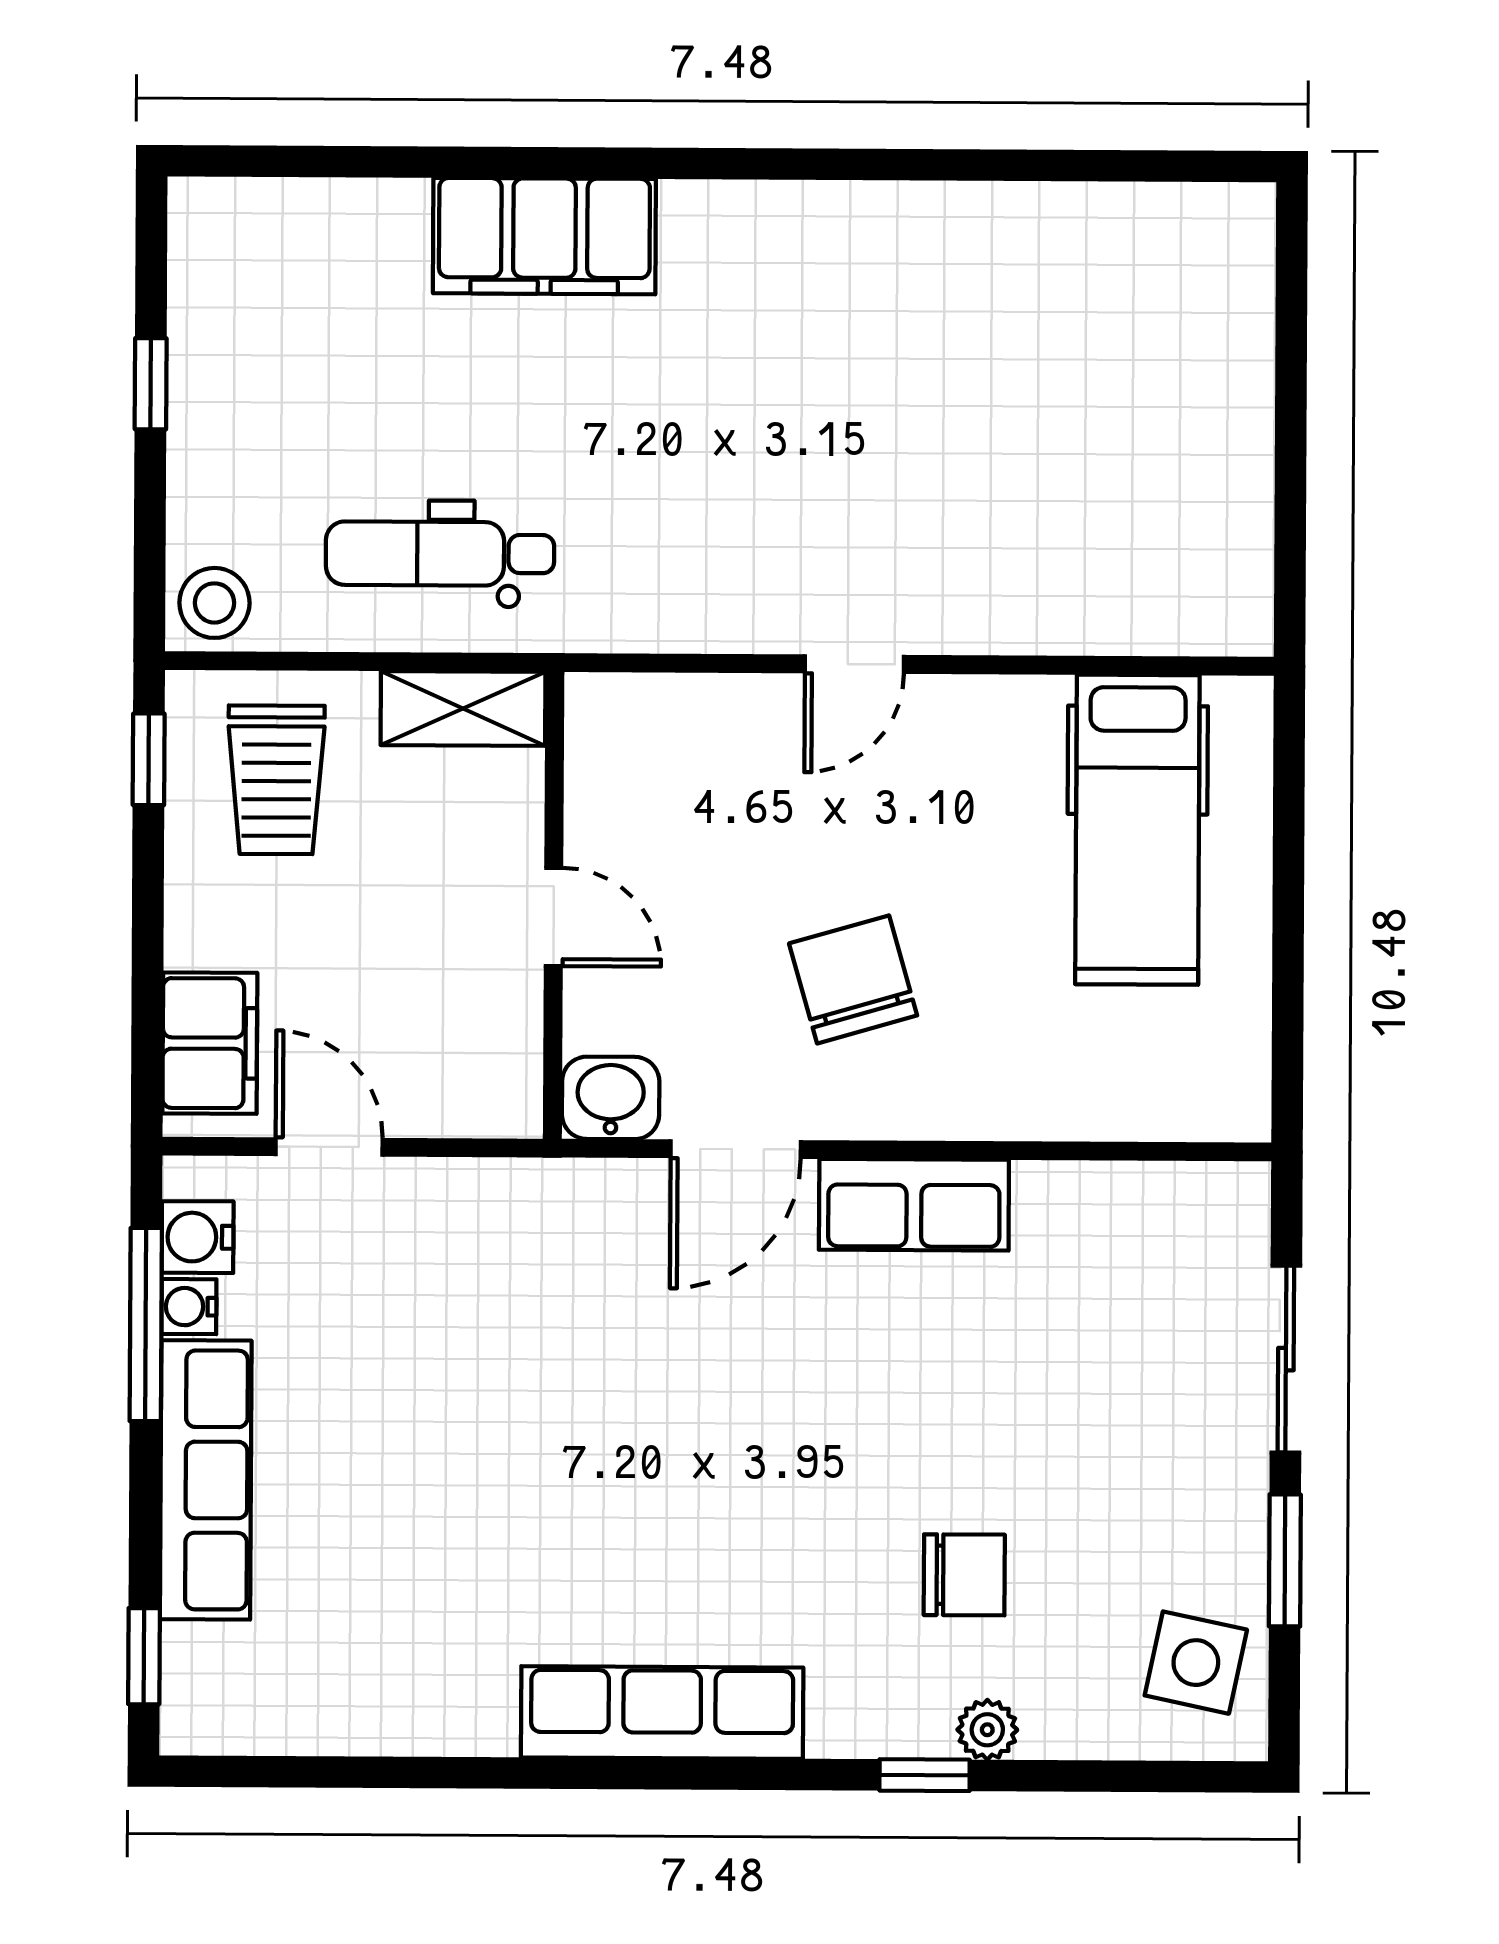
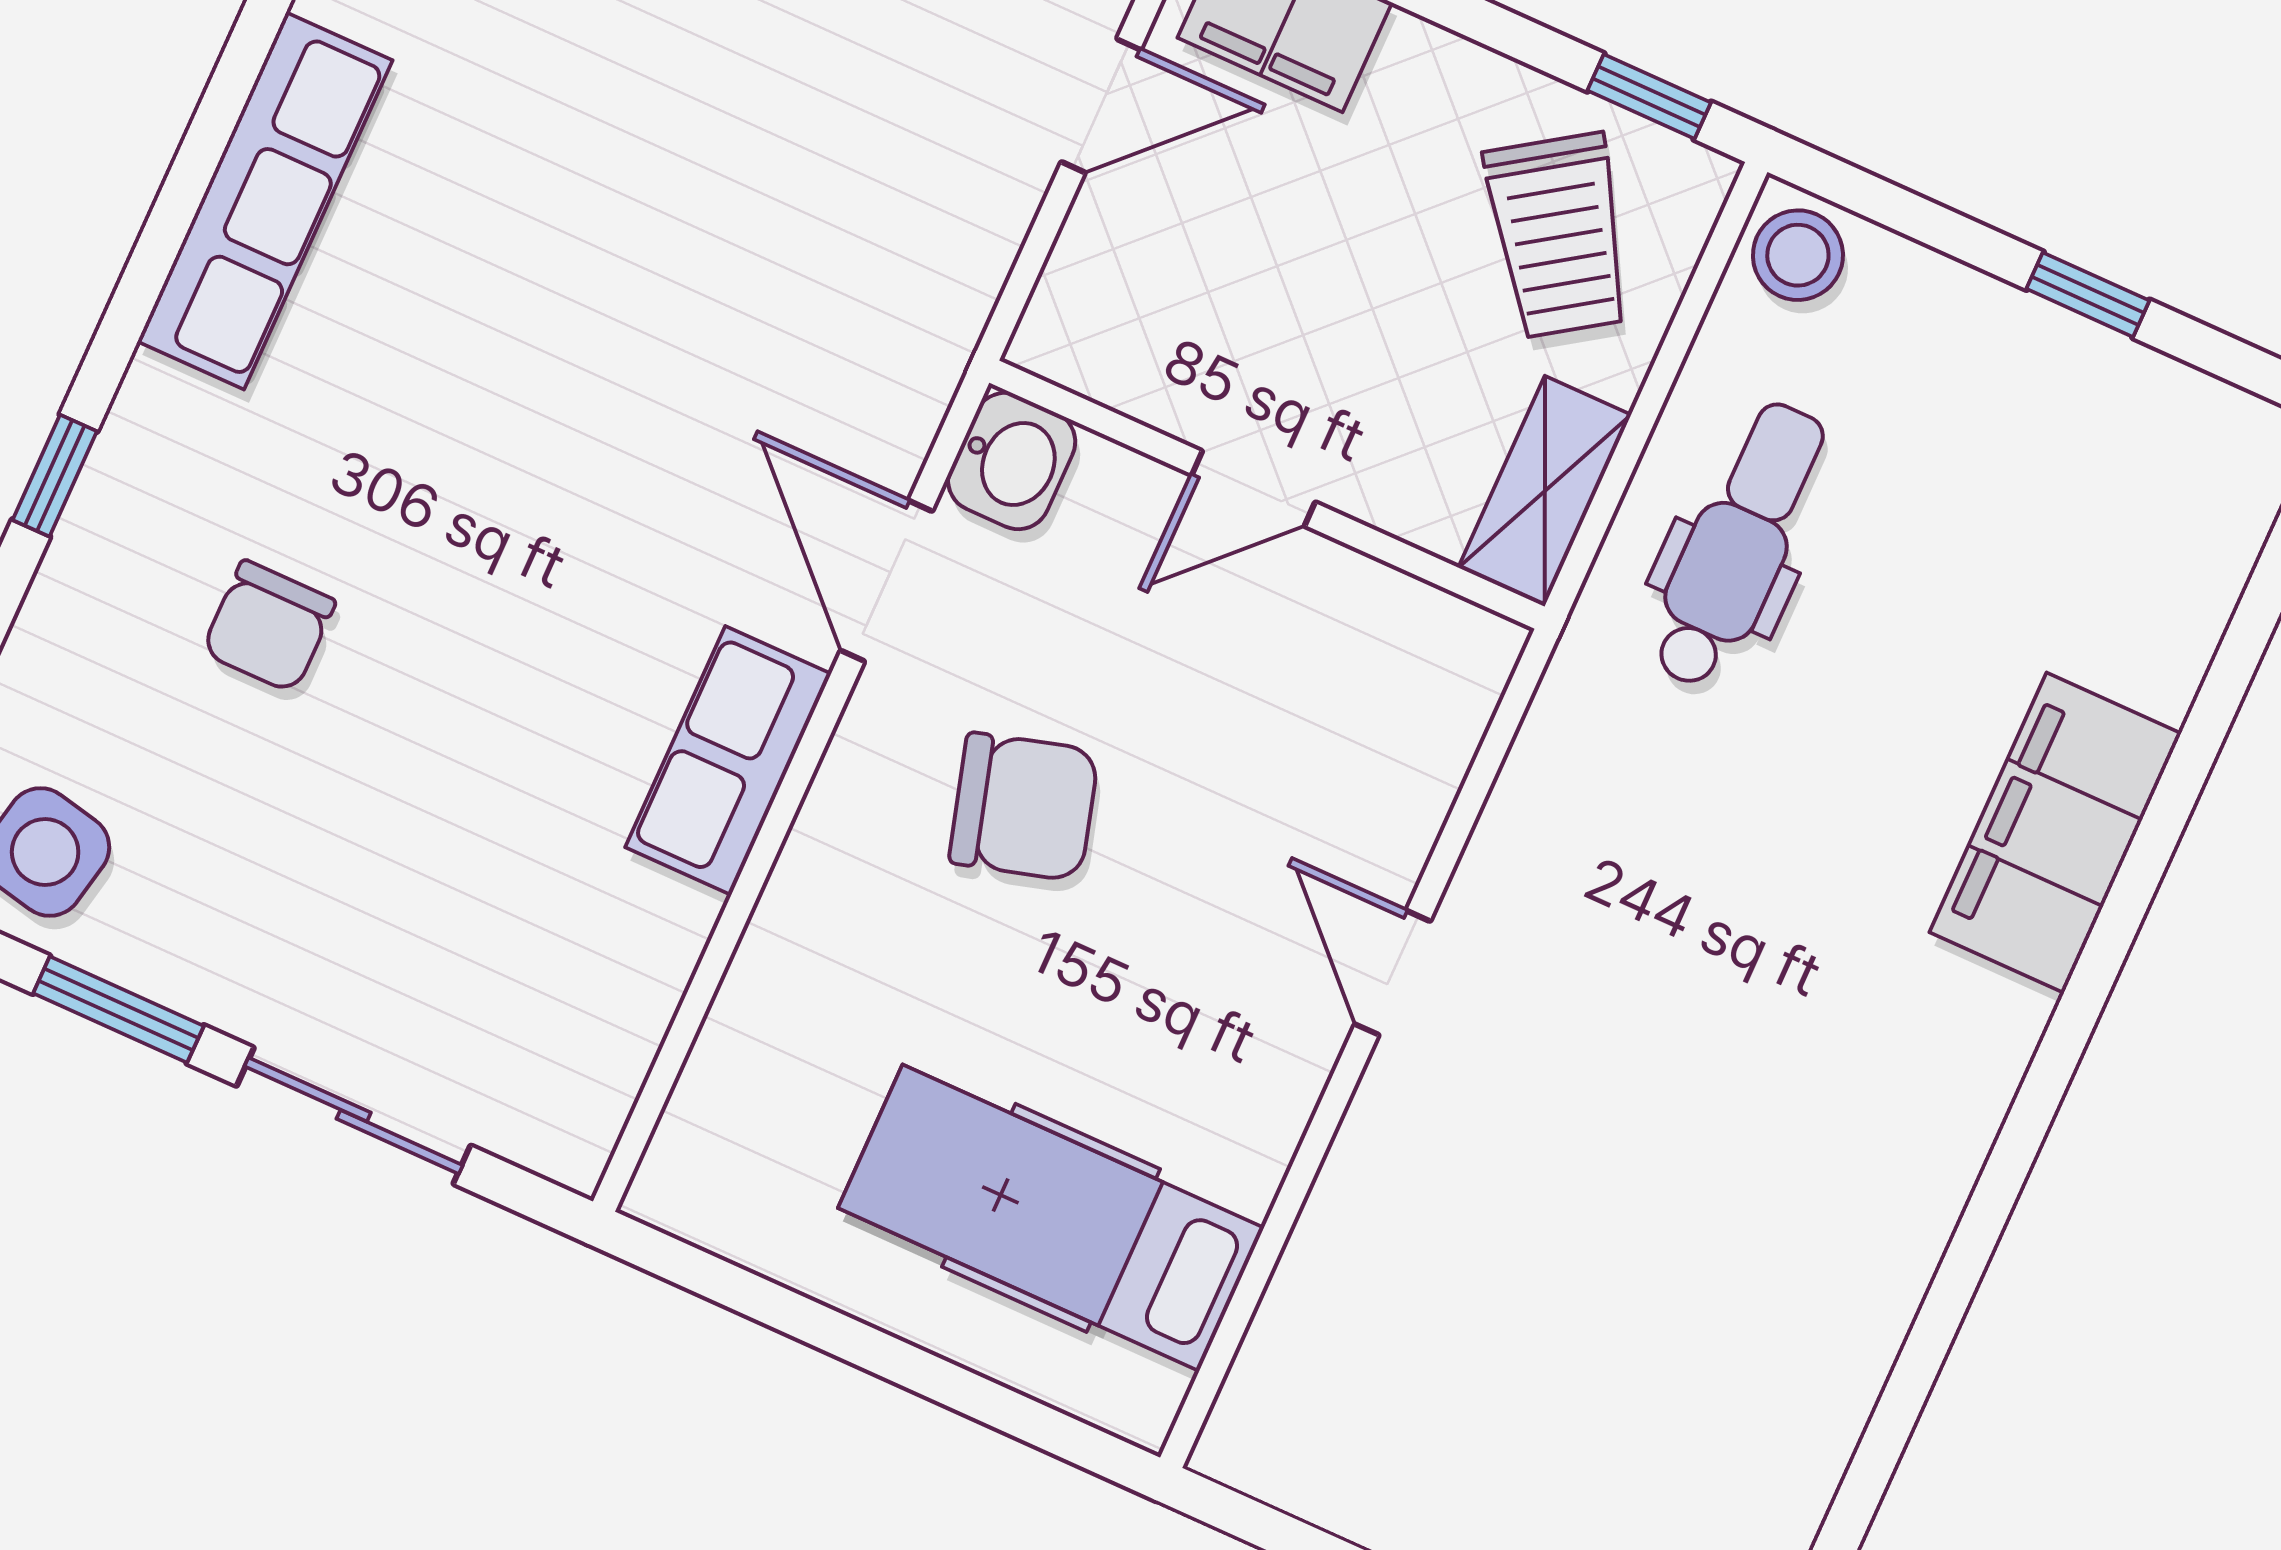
trolley: (276, 780) -> (1558, 235), turned -124
plant: (987, 1730) -> (75, 573), removed

